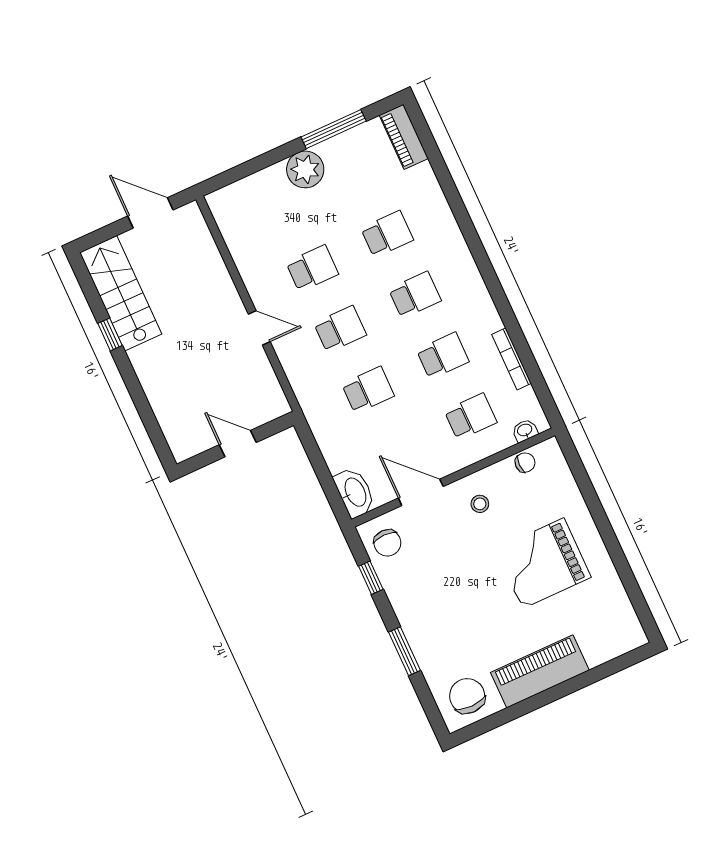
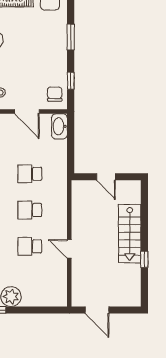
stairs: (121, 293) -> (130, 234), moved
door: (259, 328) -> (69, 249), moved

